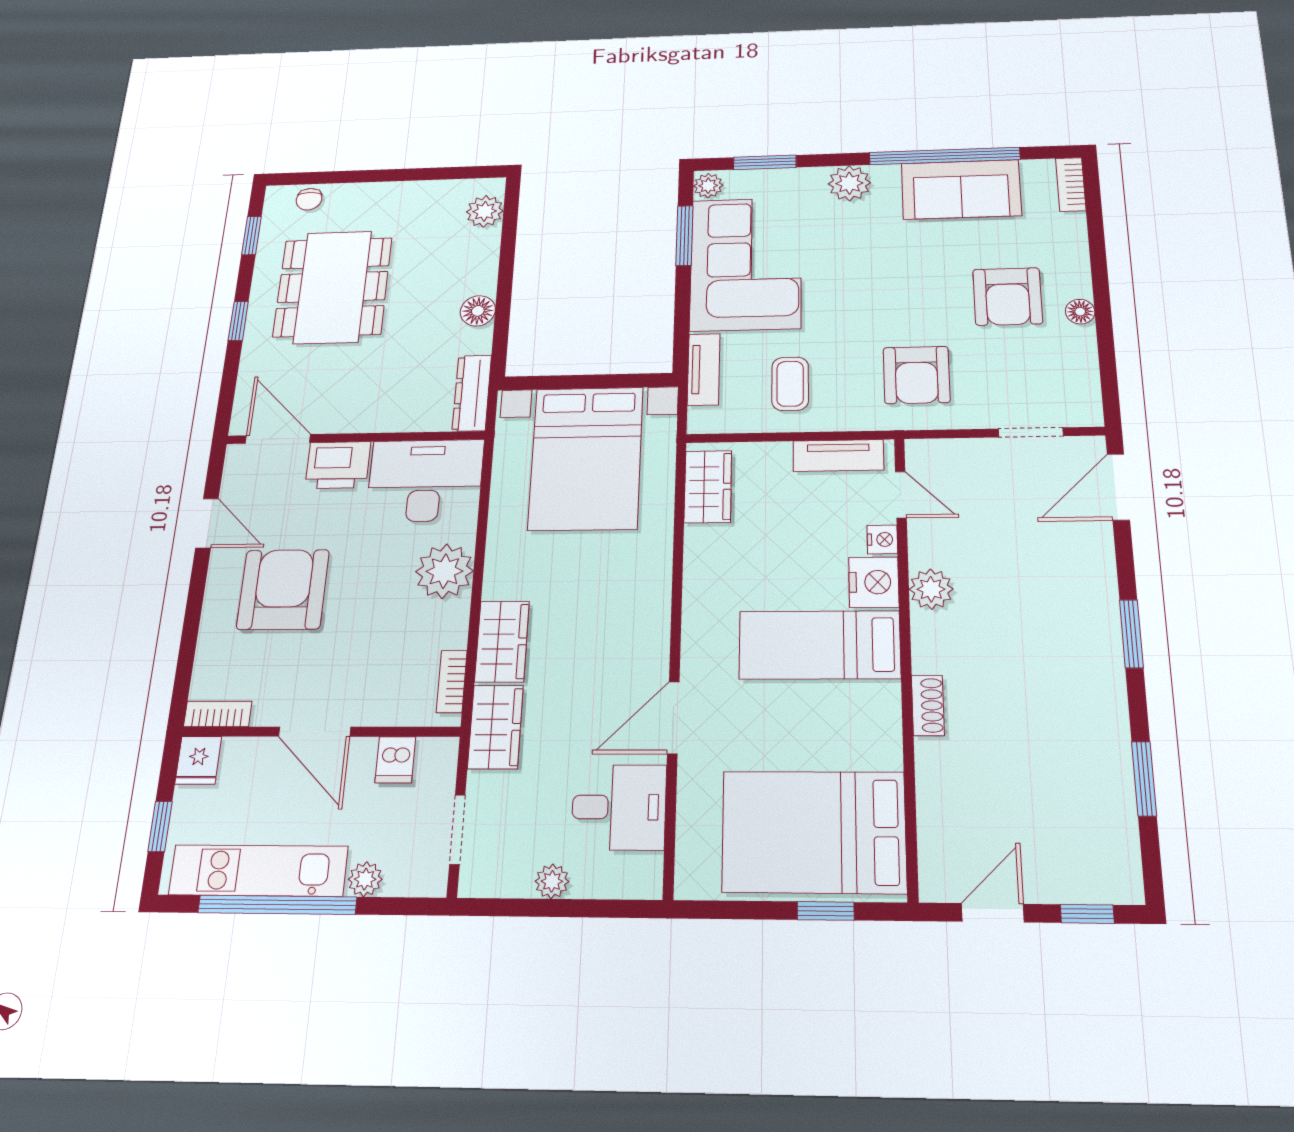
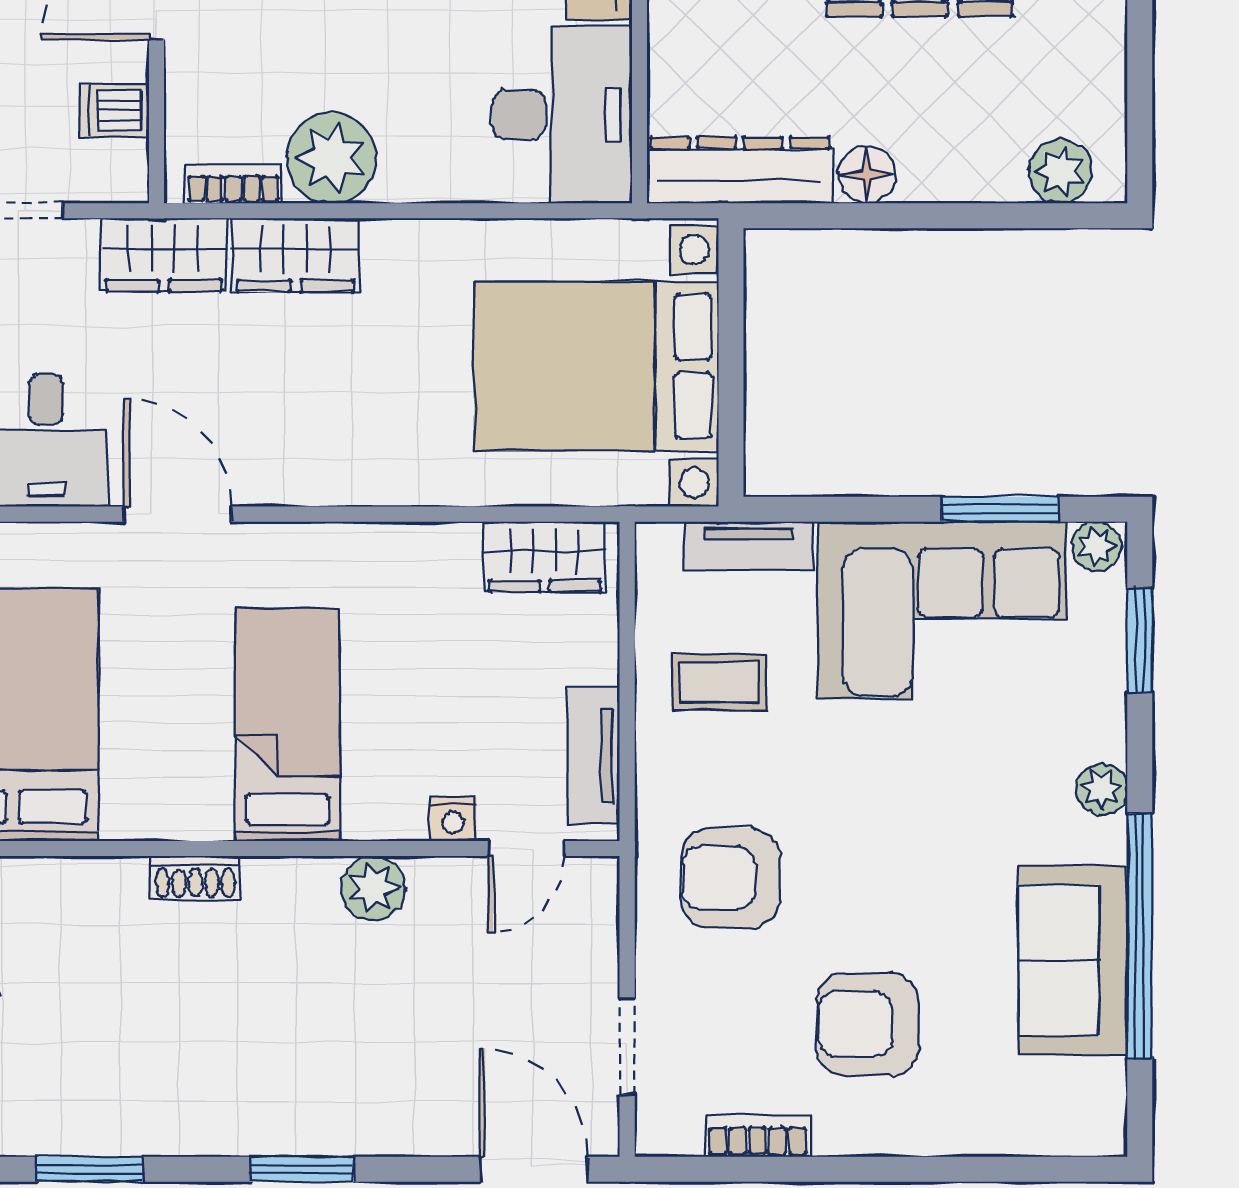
plant: (849, 183) -> (1102, 789), width x0.73, depth x0.73
bookcase: (1071, 184) -> (758, 1136), moved
floor lamp: (1080, 312) -> (837, 1134), removed
dresser: (472, 393) -> (740, 170), width x1.37, depth x1.24
plant: (444, 571) -> (331, 158), moved
nightstand: (874, 582) -> (385, 805), removed

